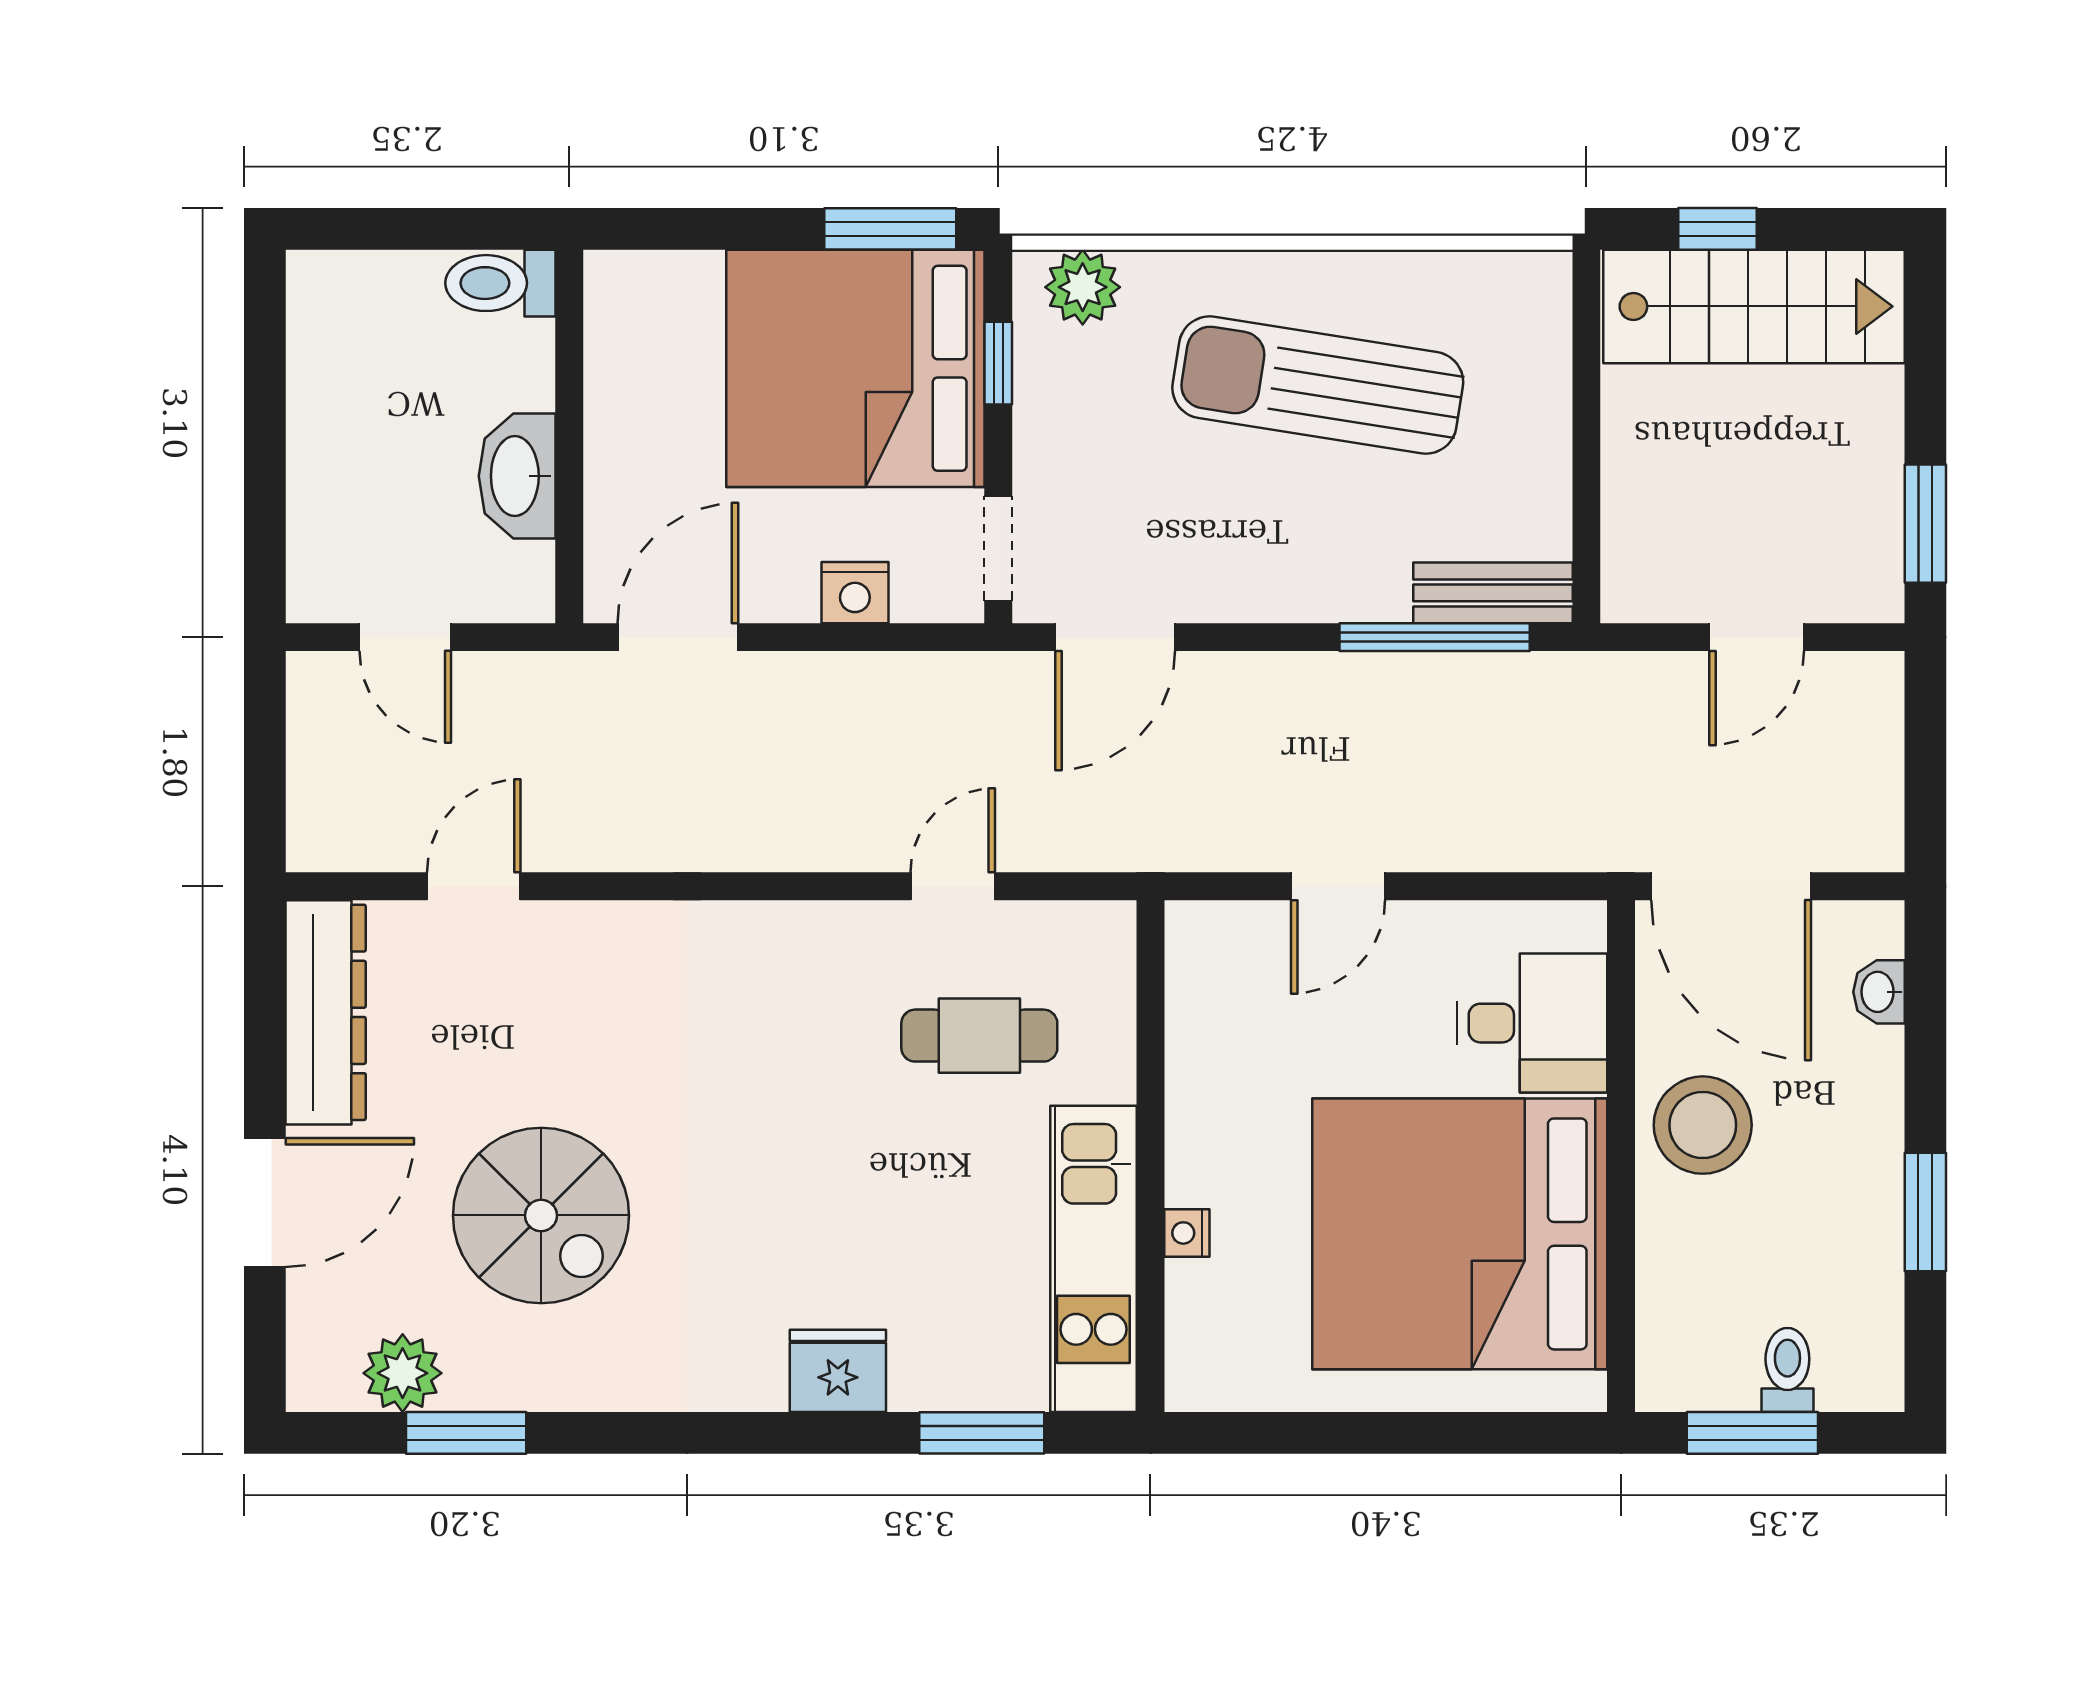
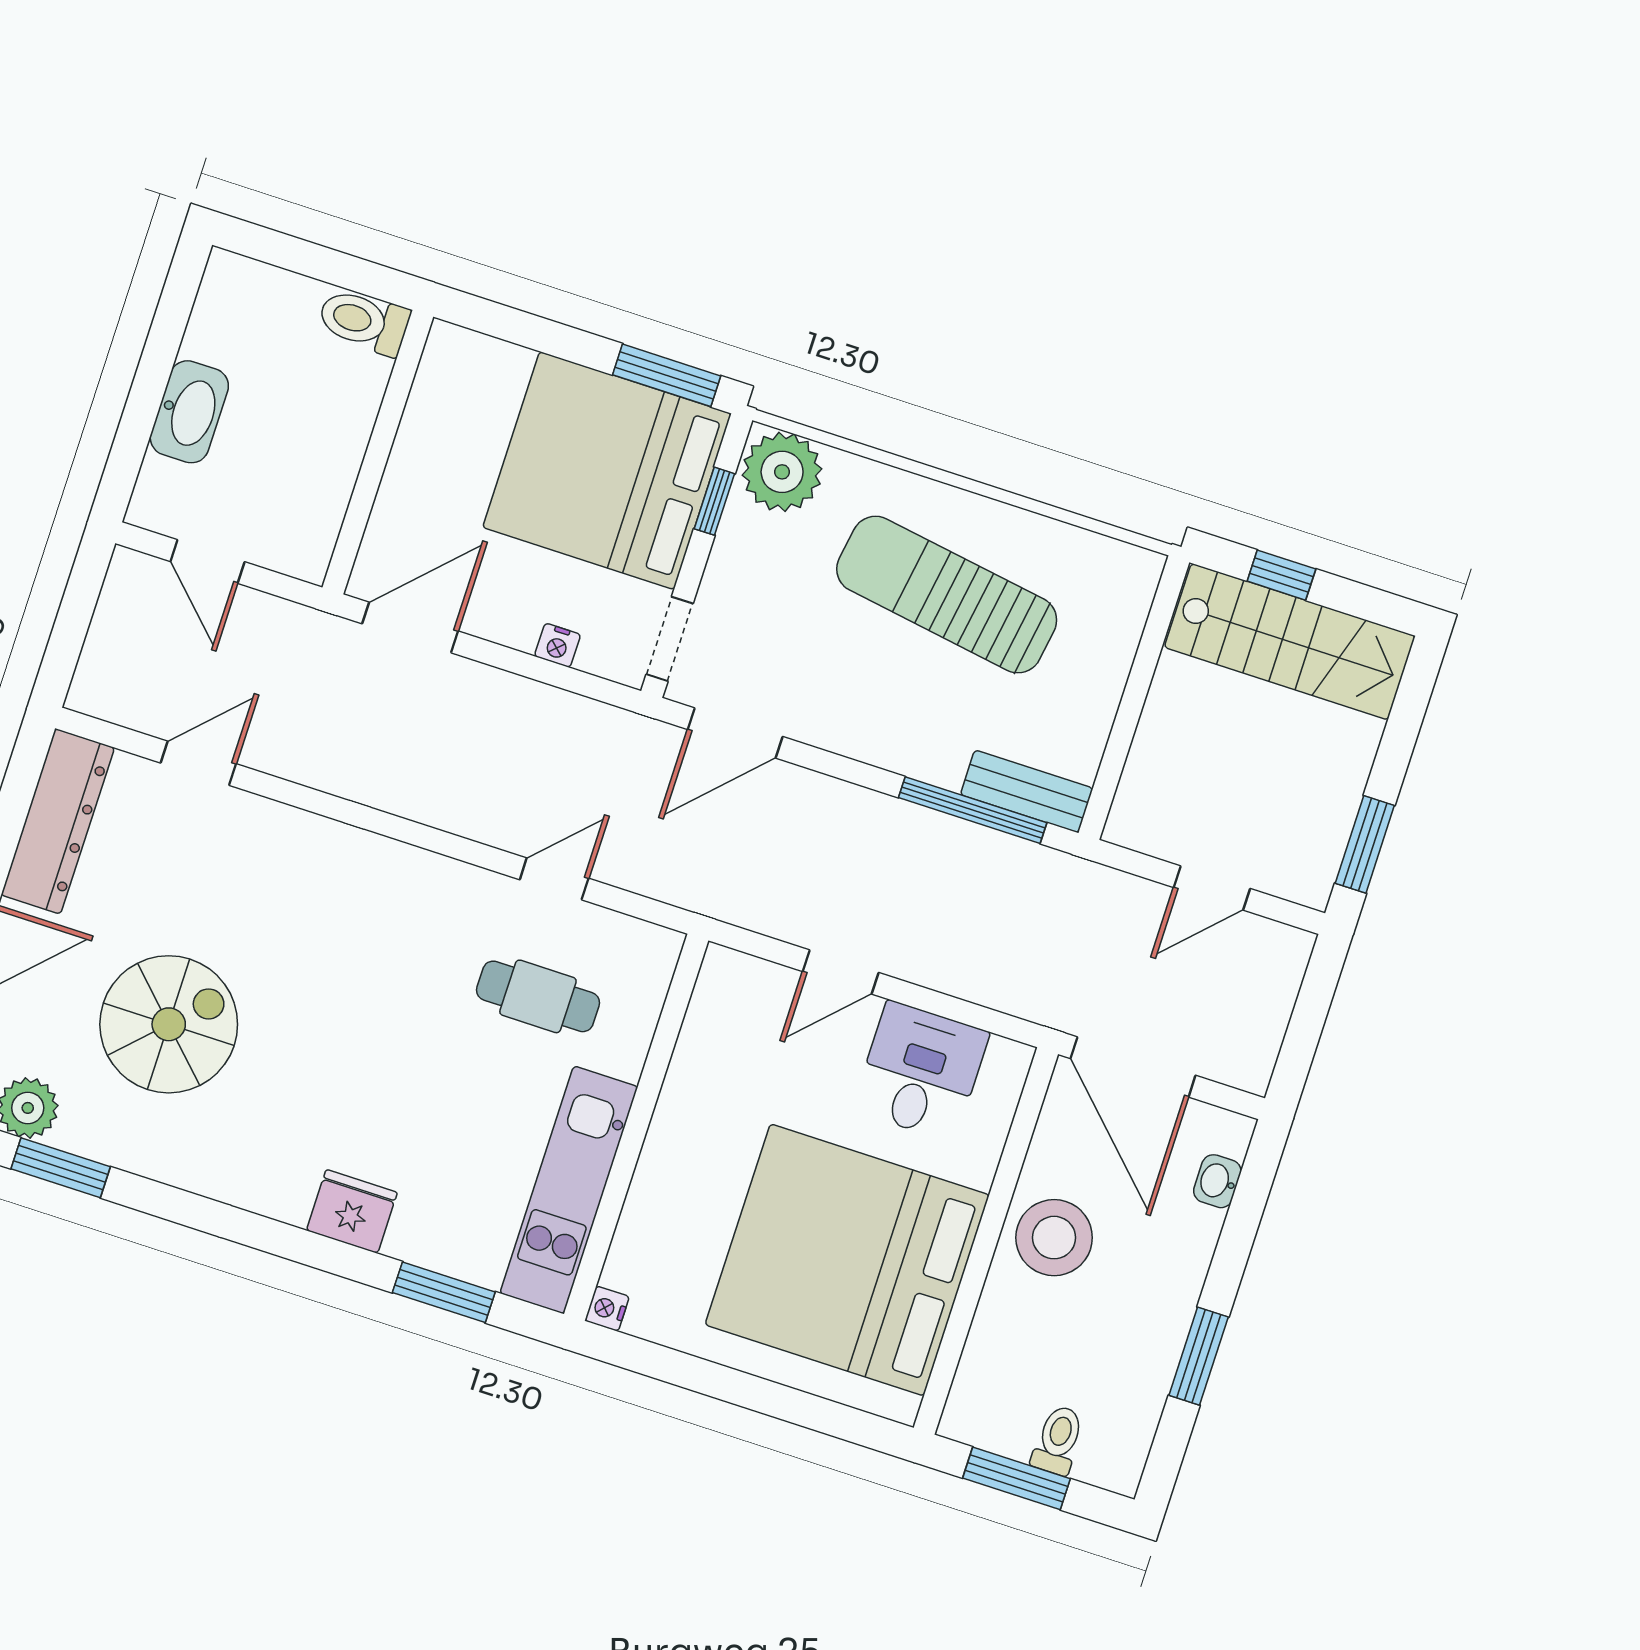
plant: (1083, 287) -> (782, 472), width x1.36, depth x1.36
washbasin: (517, 476) -> (189, 412), moved, turned 180
nightstand: (855, 593) -> (558, 645), width x0.72, depth x0.74
desk: (1532, 1023) -> (921, 1071), moved, turned -90
spiral stairs: (541, 1215) -> (169, 1024), turned -90
nightstand: (1187, 1233) -> (607, 1309), moved

